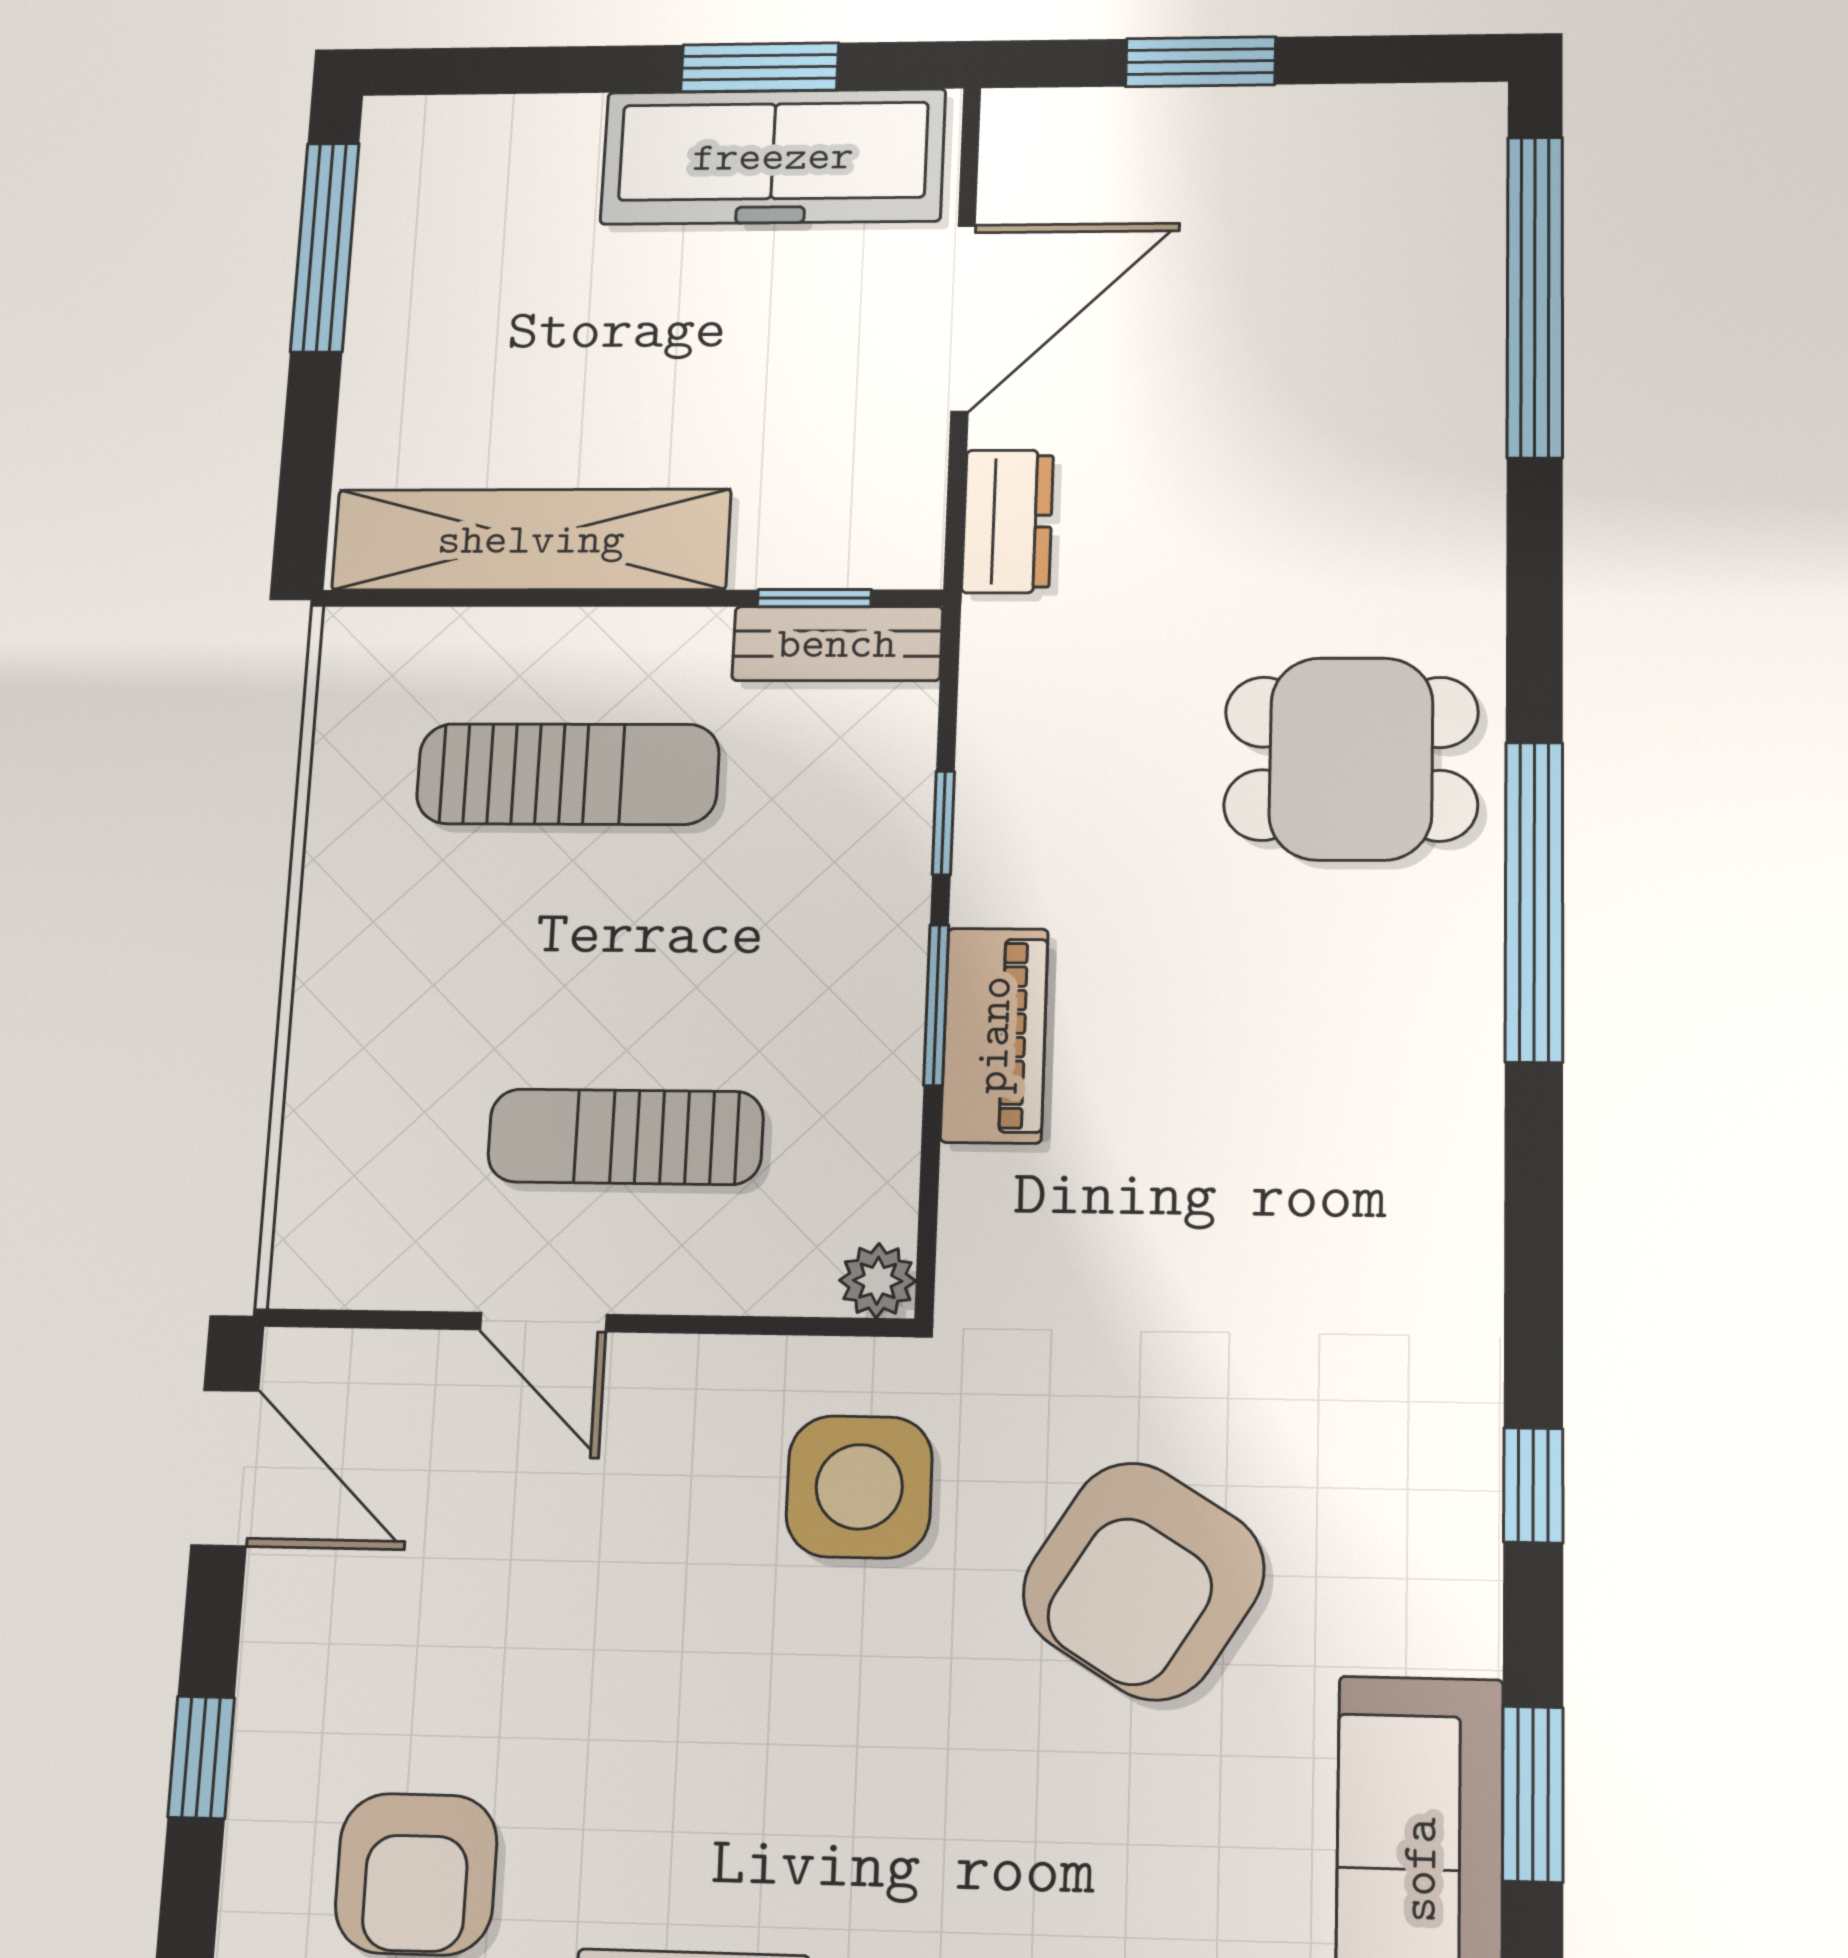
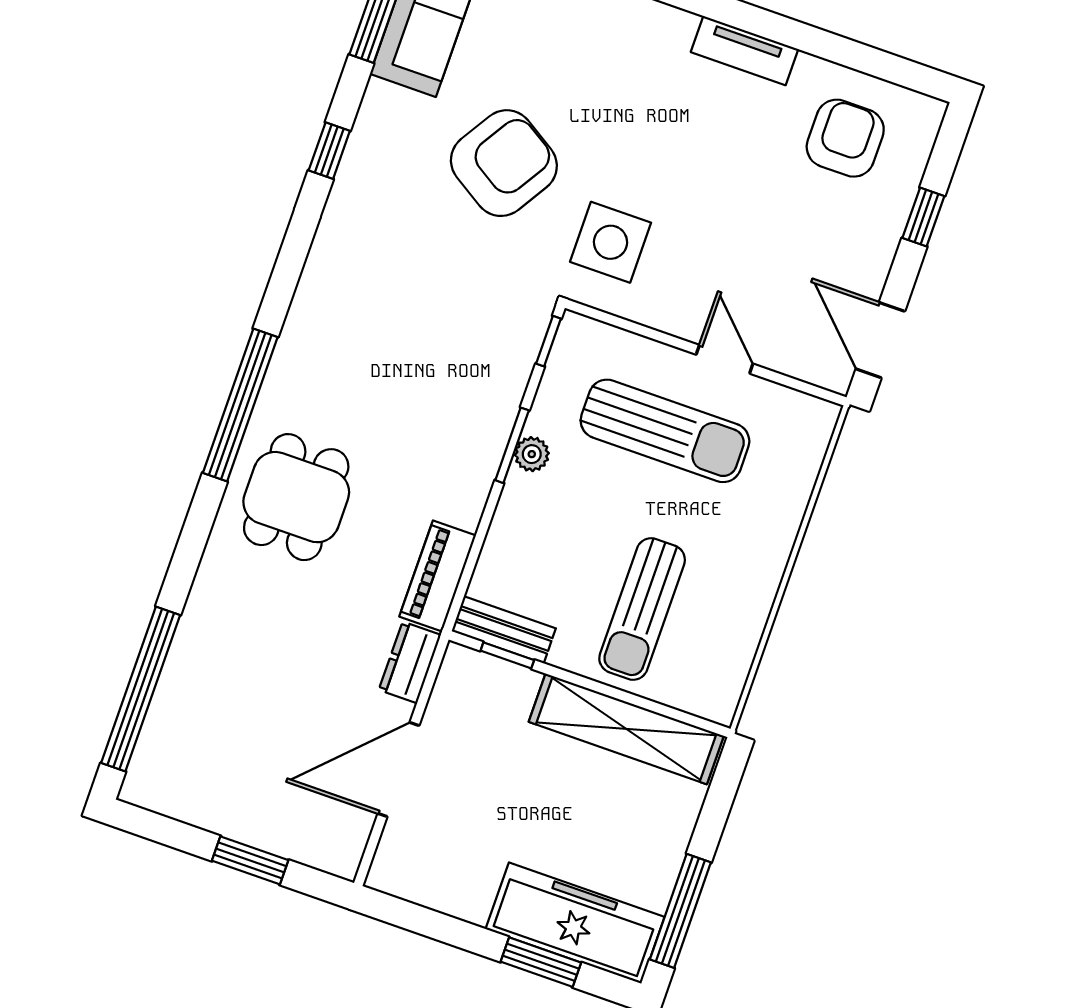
window: (760, 67) -> (541, 962), moved
freezer: (773, 157) -> (575, 923), moved
dining table: (1351, 759) -> (296, 497), turned 90
sun lounger: (568, 774) -> (642, 609), turned -90
window: (943, 823) -> (549, 341), moved
piano: (994, 1035) -> (438, 576), moved
sun lounger: (626, 1137) -> (665, 431), width x1.36, depth x1.34
plant: (878, 1281) -> (532, 454), moved

